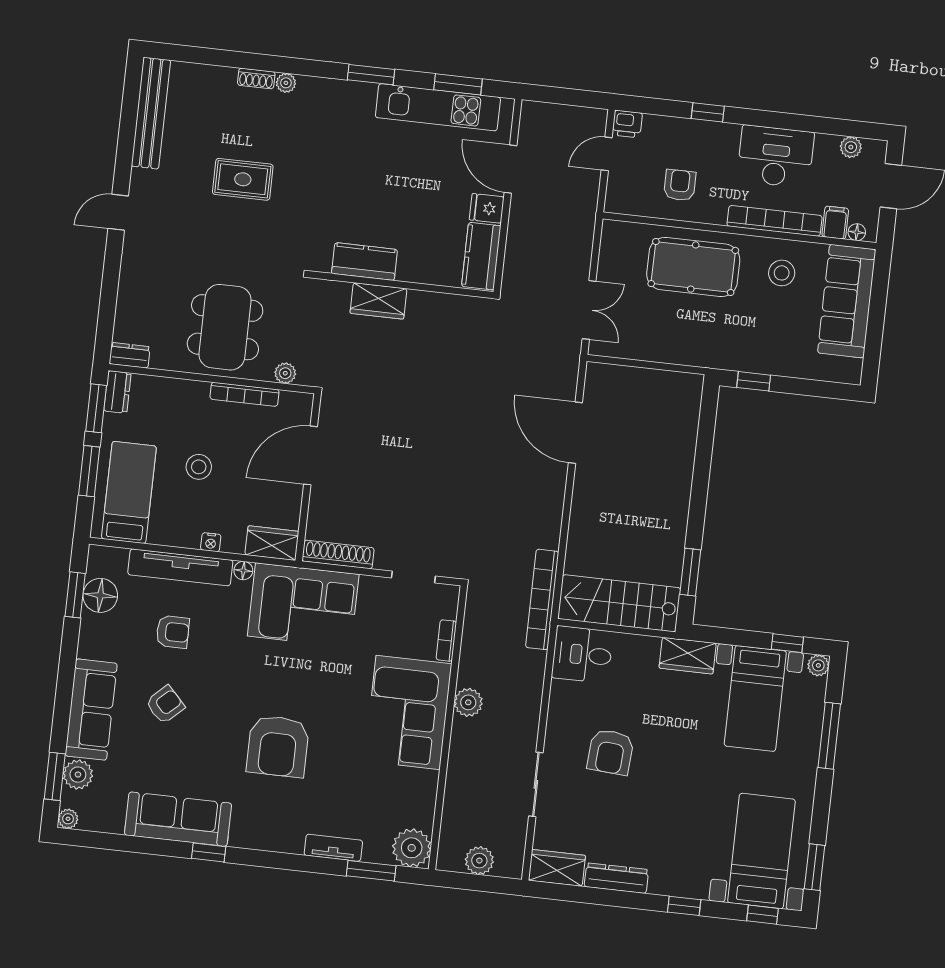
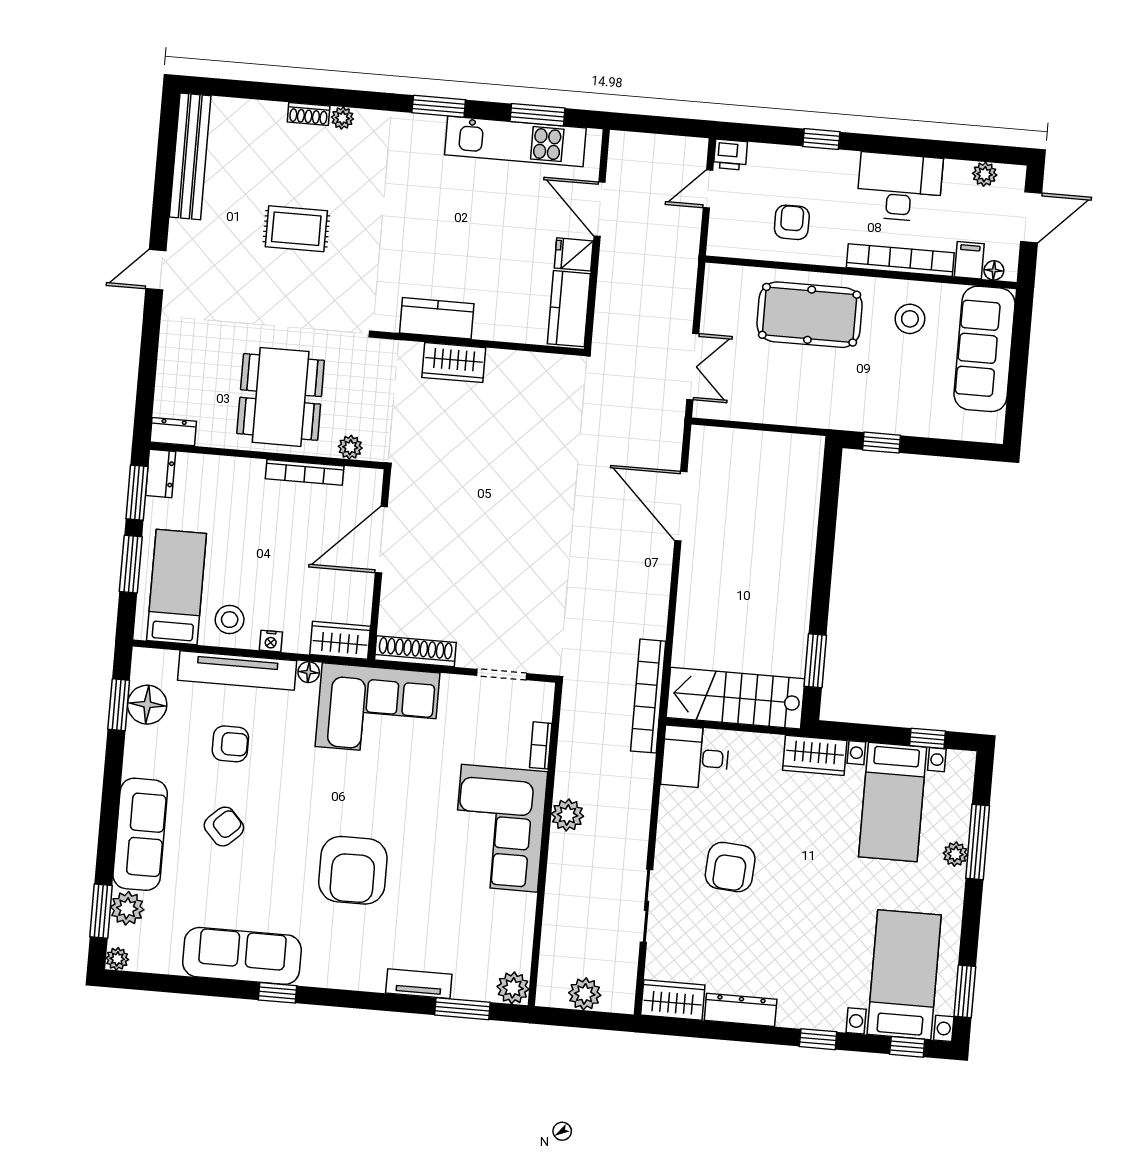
stool: (199, 467) -> (230, 620), moved
plant: (818, 665) -> (955, 854), moved
plant: (412, 848) -> (513, 988), width x0.73, depth x0.73

